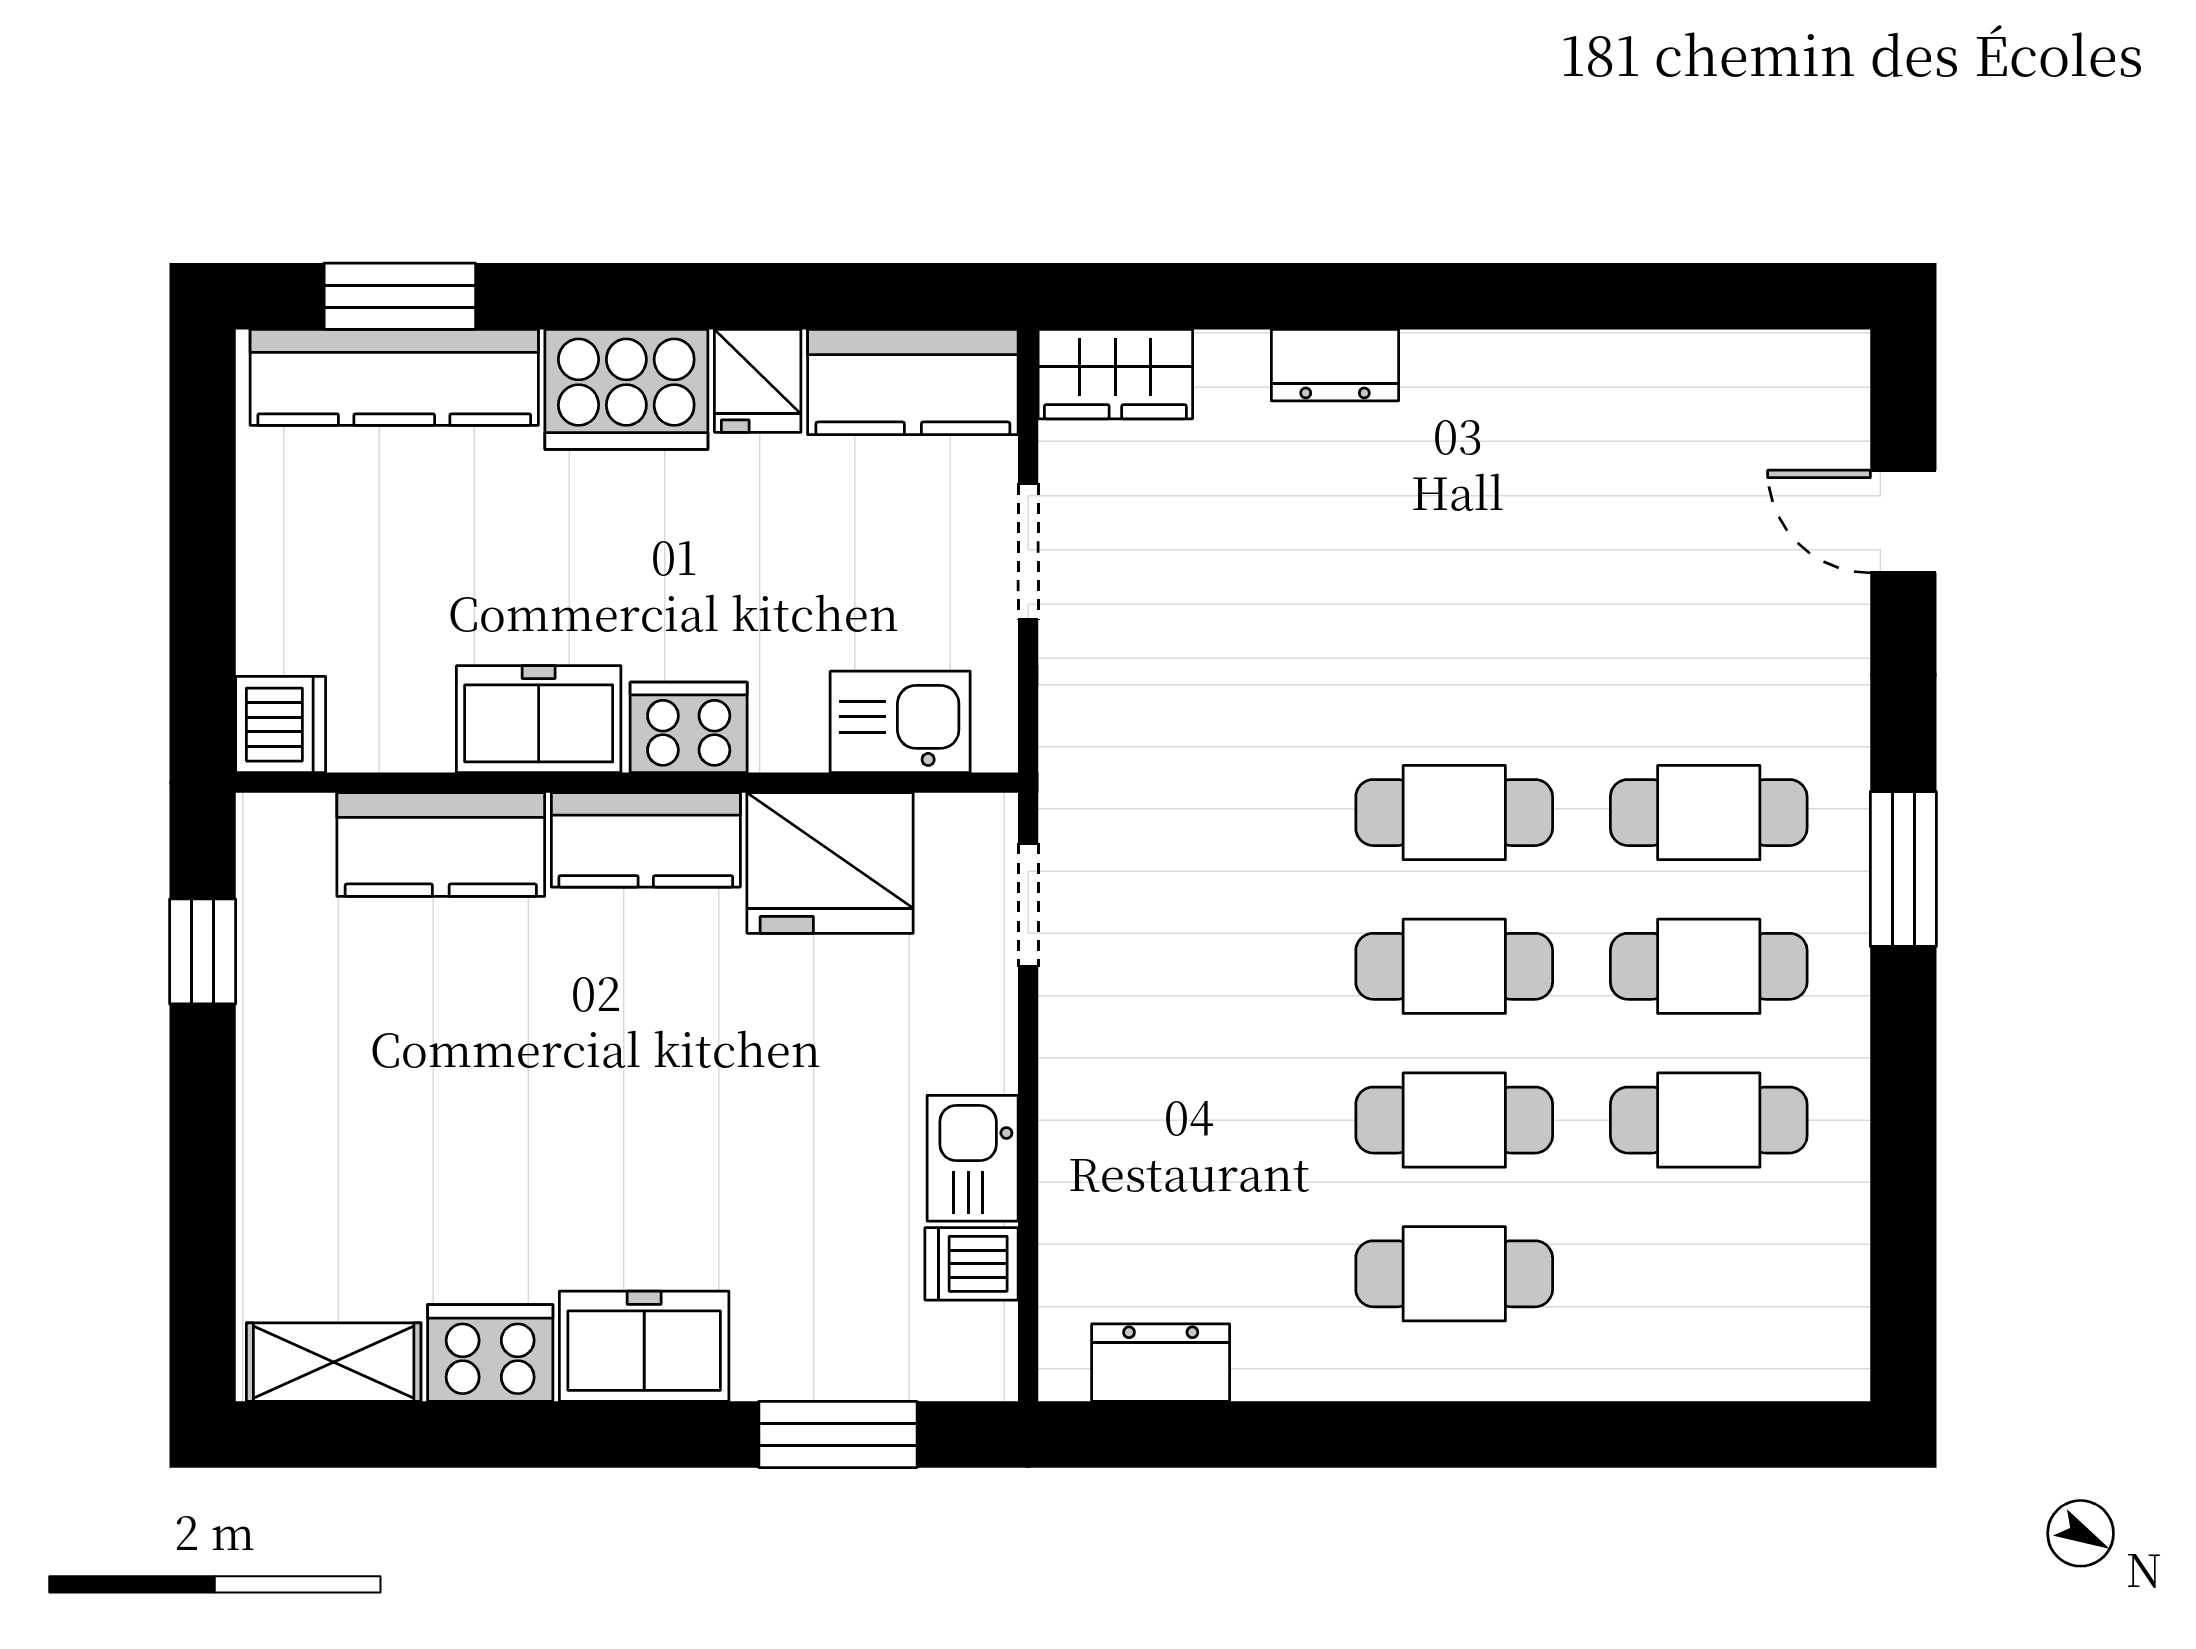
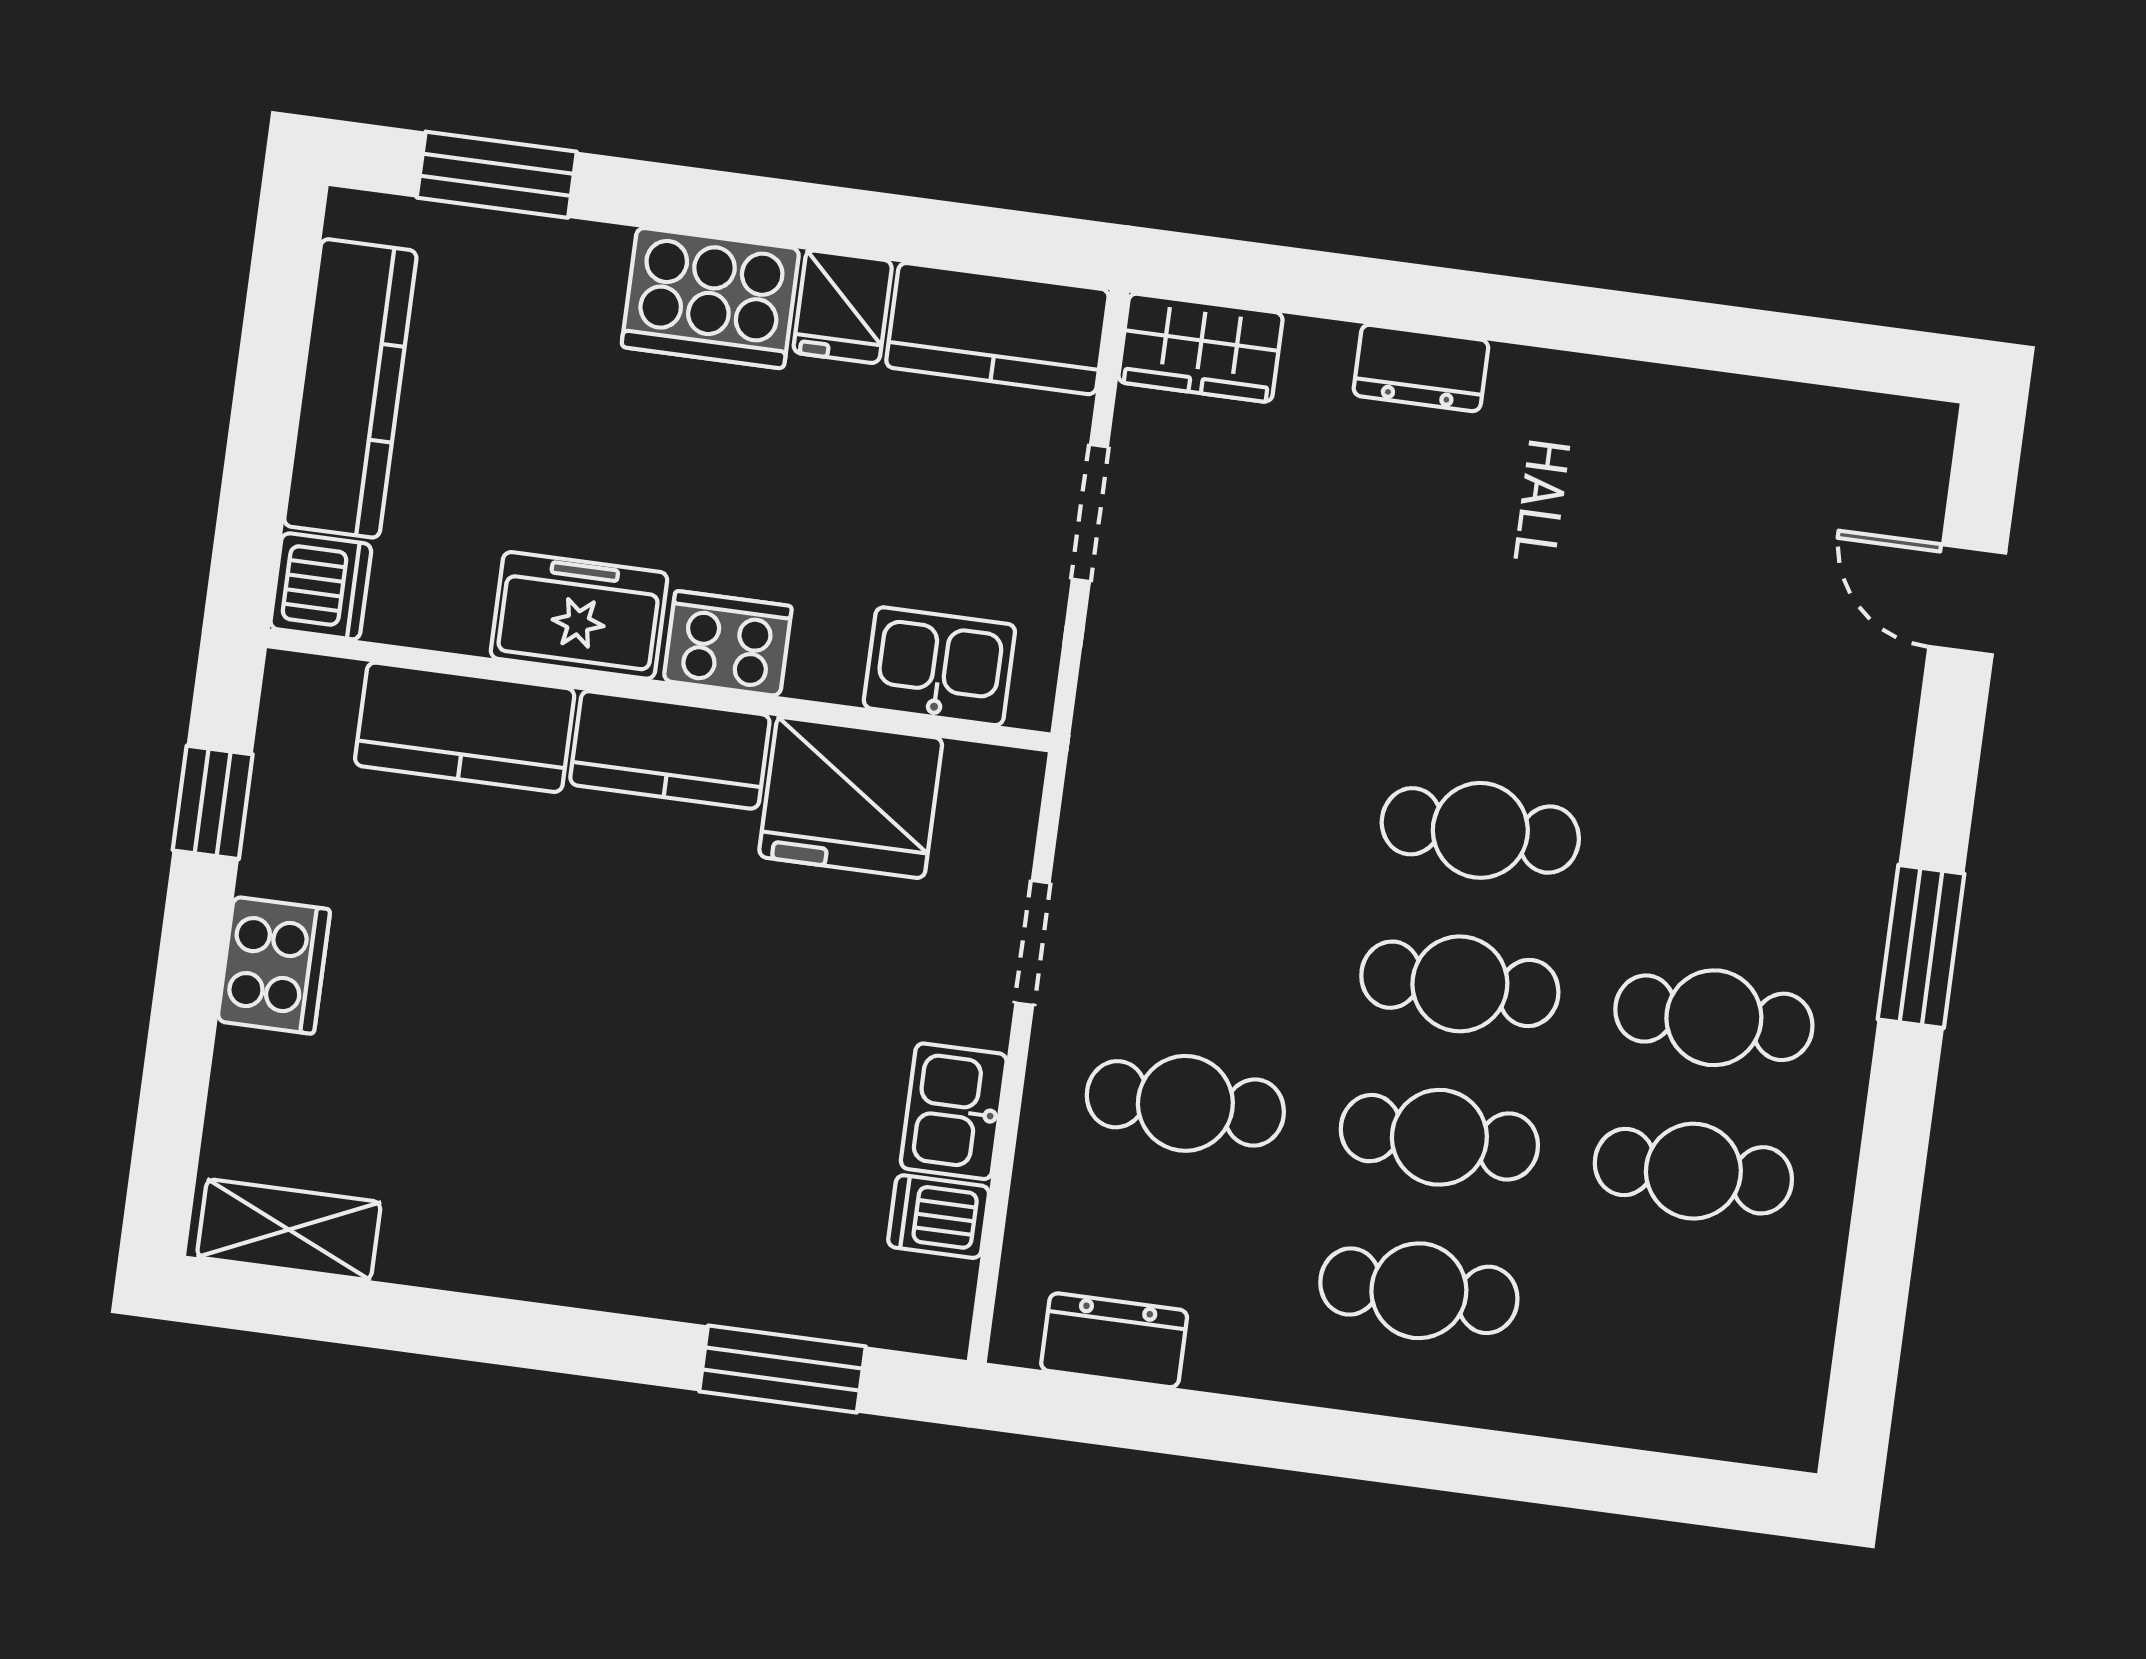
kitchen counter: (394, 377) -> (350, 388), moved, turned -90
cafe table: (1709, 813) -> (1185, 1103), moved
doorway: (1028, 905) -> (1033, 943), moved
freezer: (644, 1346) -> (601, 1255), removed
cooker: (490, 1353) -> (274, 965), moved, turned 90

